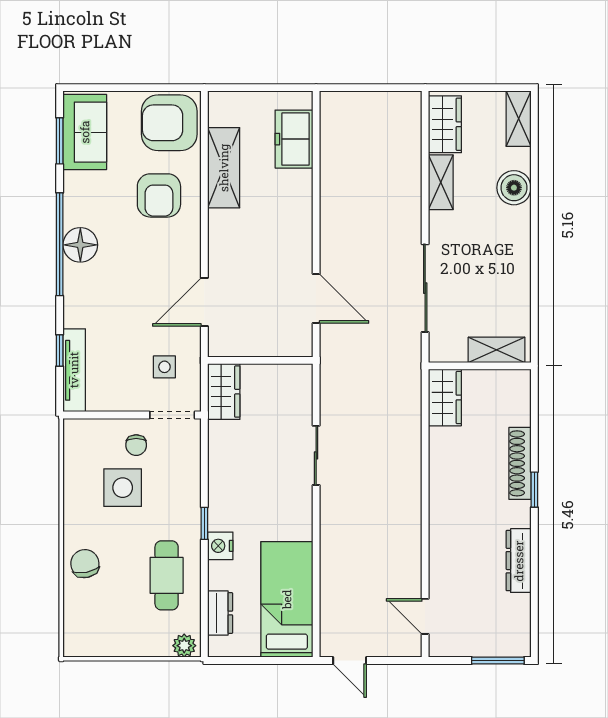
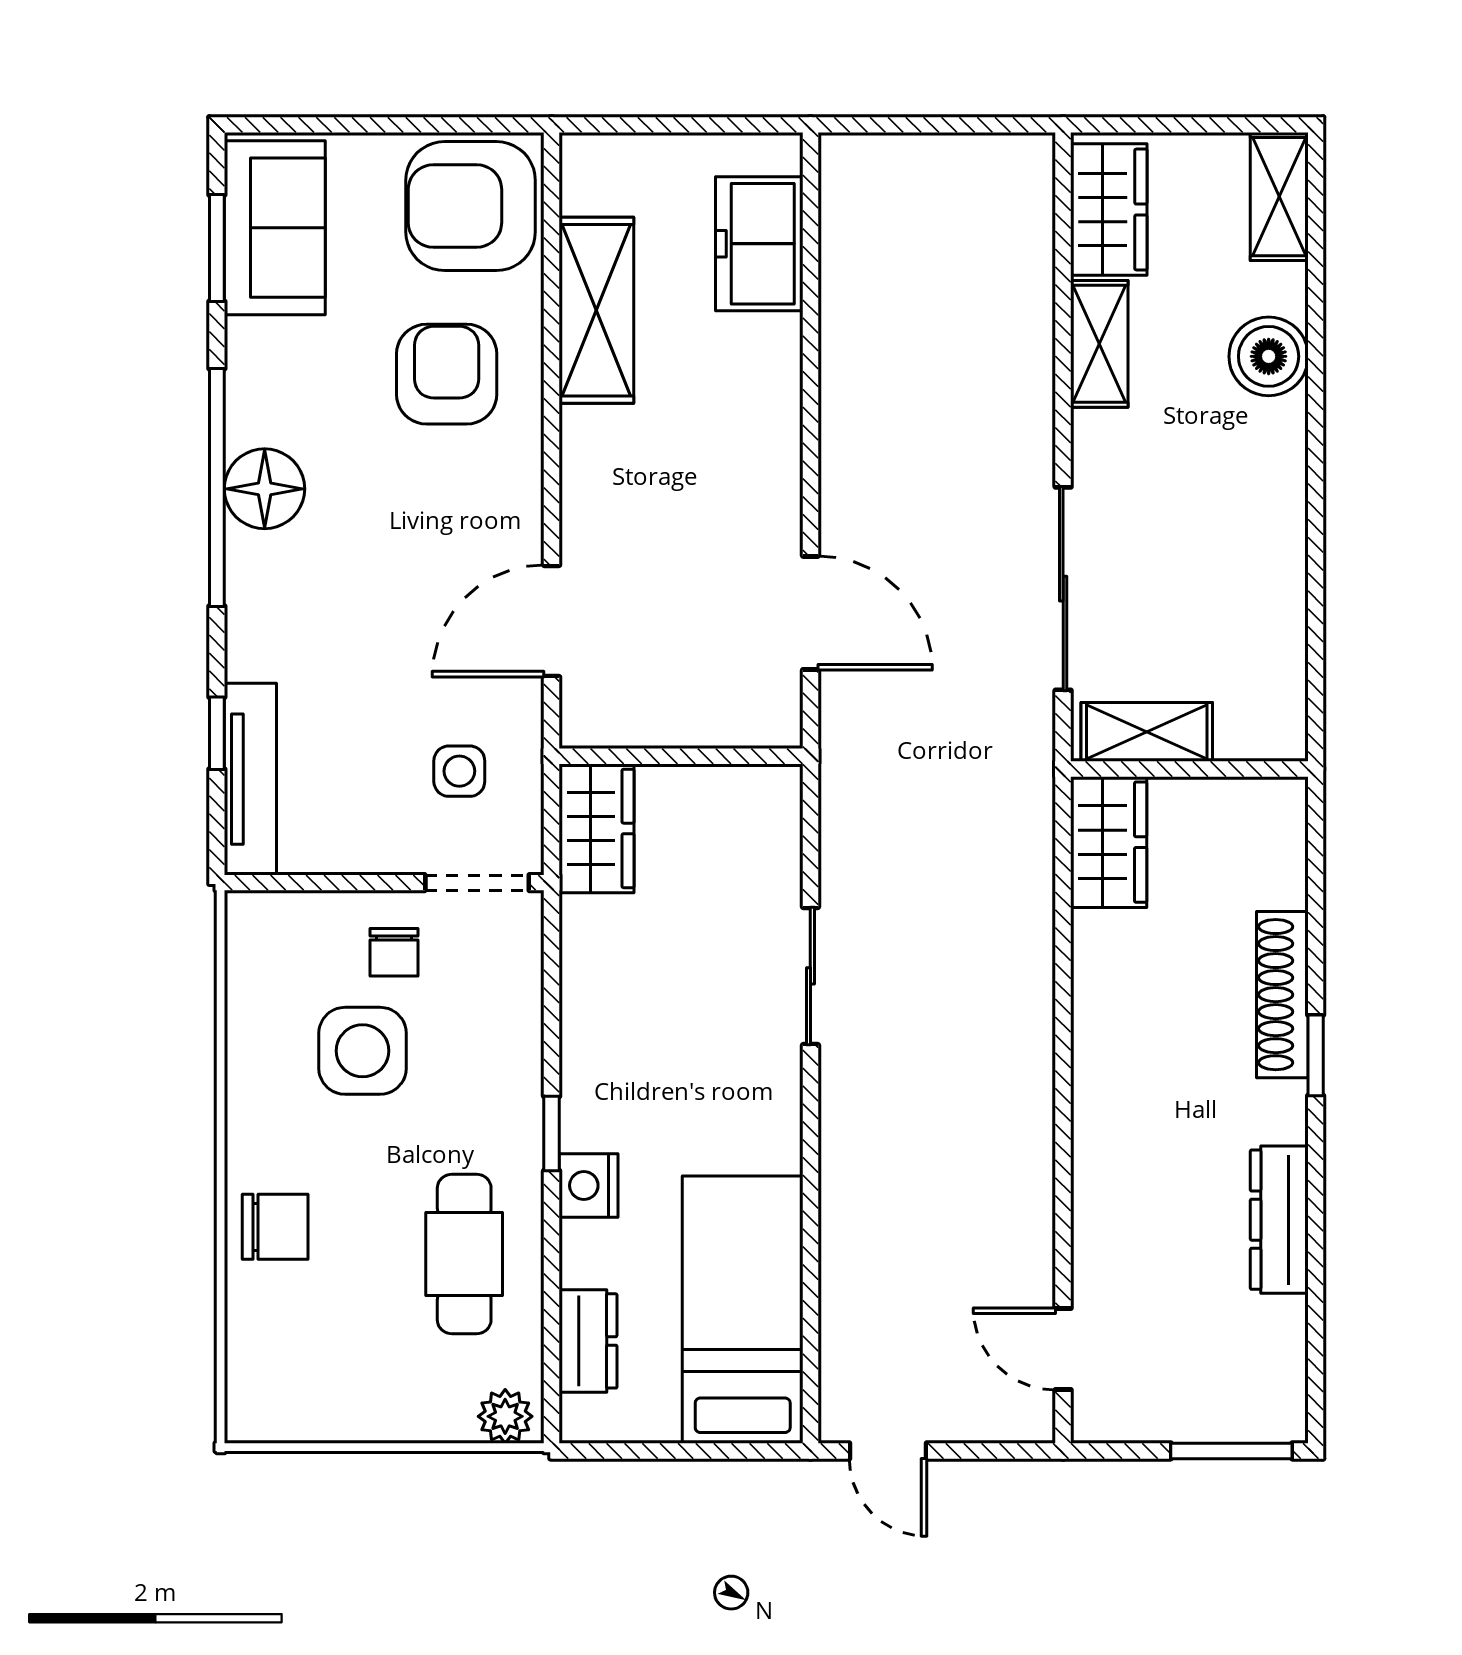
armchair: (159, 195) -> (447, 374), turned 180
shelving: (497, 350) -> (1147, 732), moved
chair: (85, 564) -> (275, 1227), turned 101

